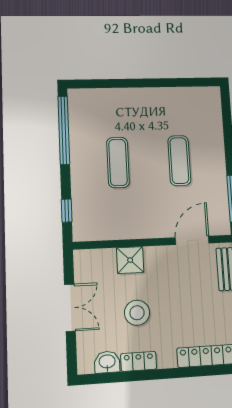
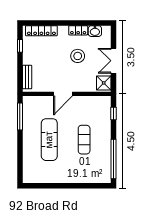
exercise mat: (179, 161) -> (49, 140), width x1.36, depth x1.45
door: (192, 240) -> (63, 94), moved
shower: (130, 260) -> (104, 83), moved

